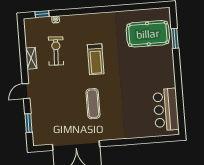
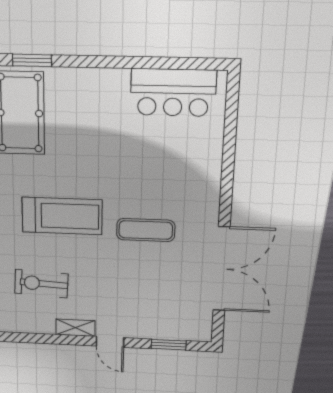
shelving: (31, 58) -> (75, 328), moved
treadmill: (96, 59) -> (62, 216), width x1.37, depth x1.38

